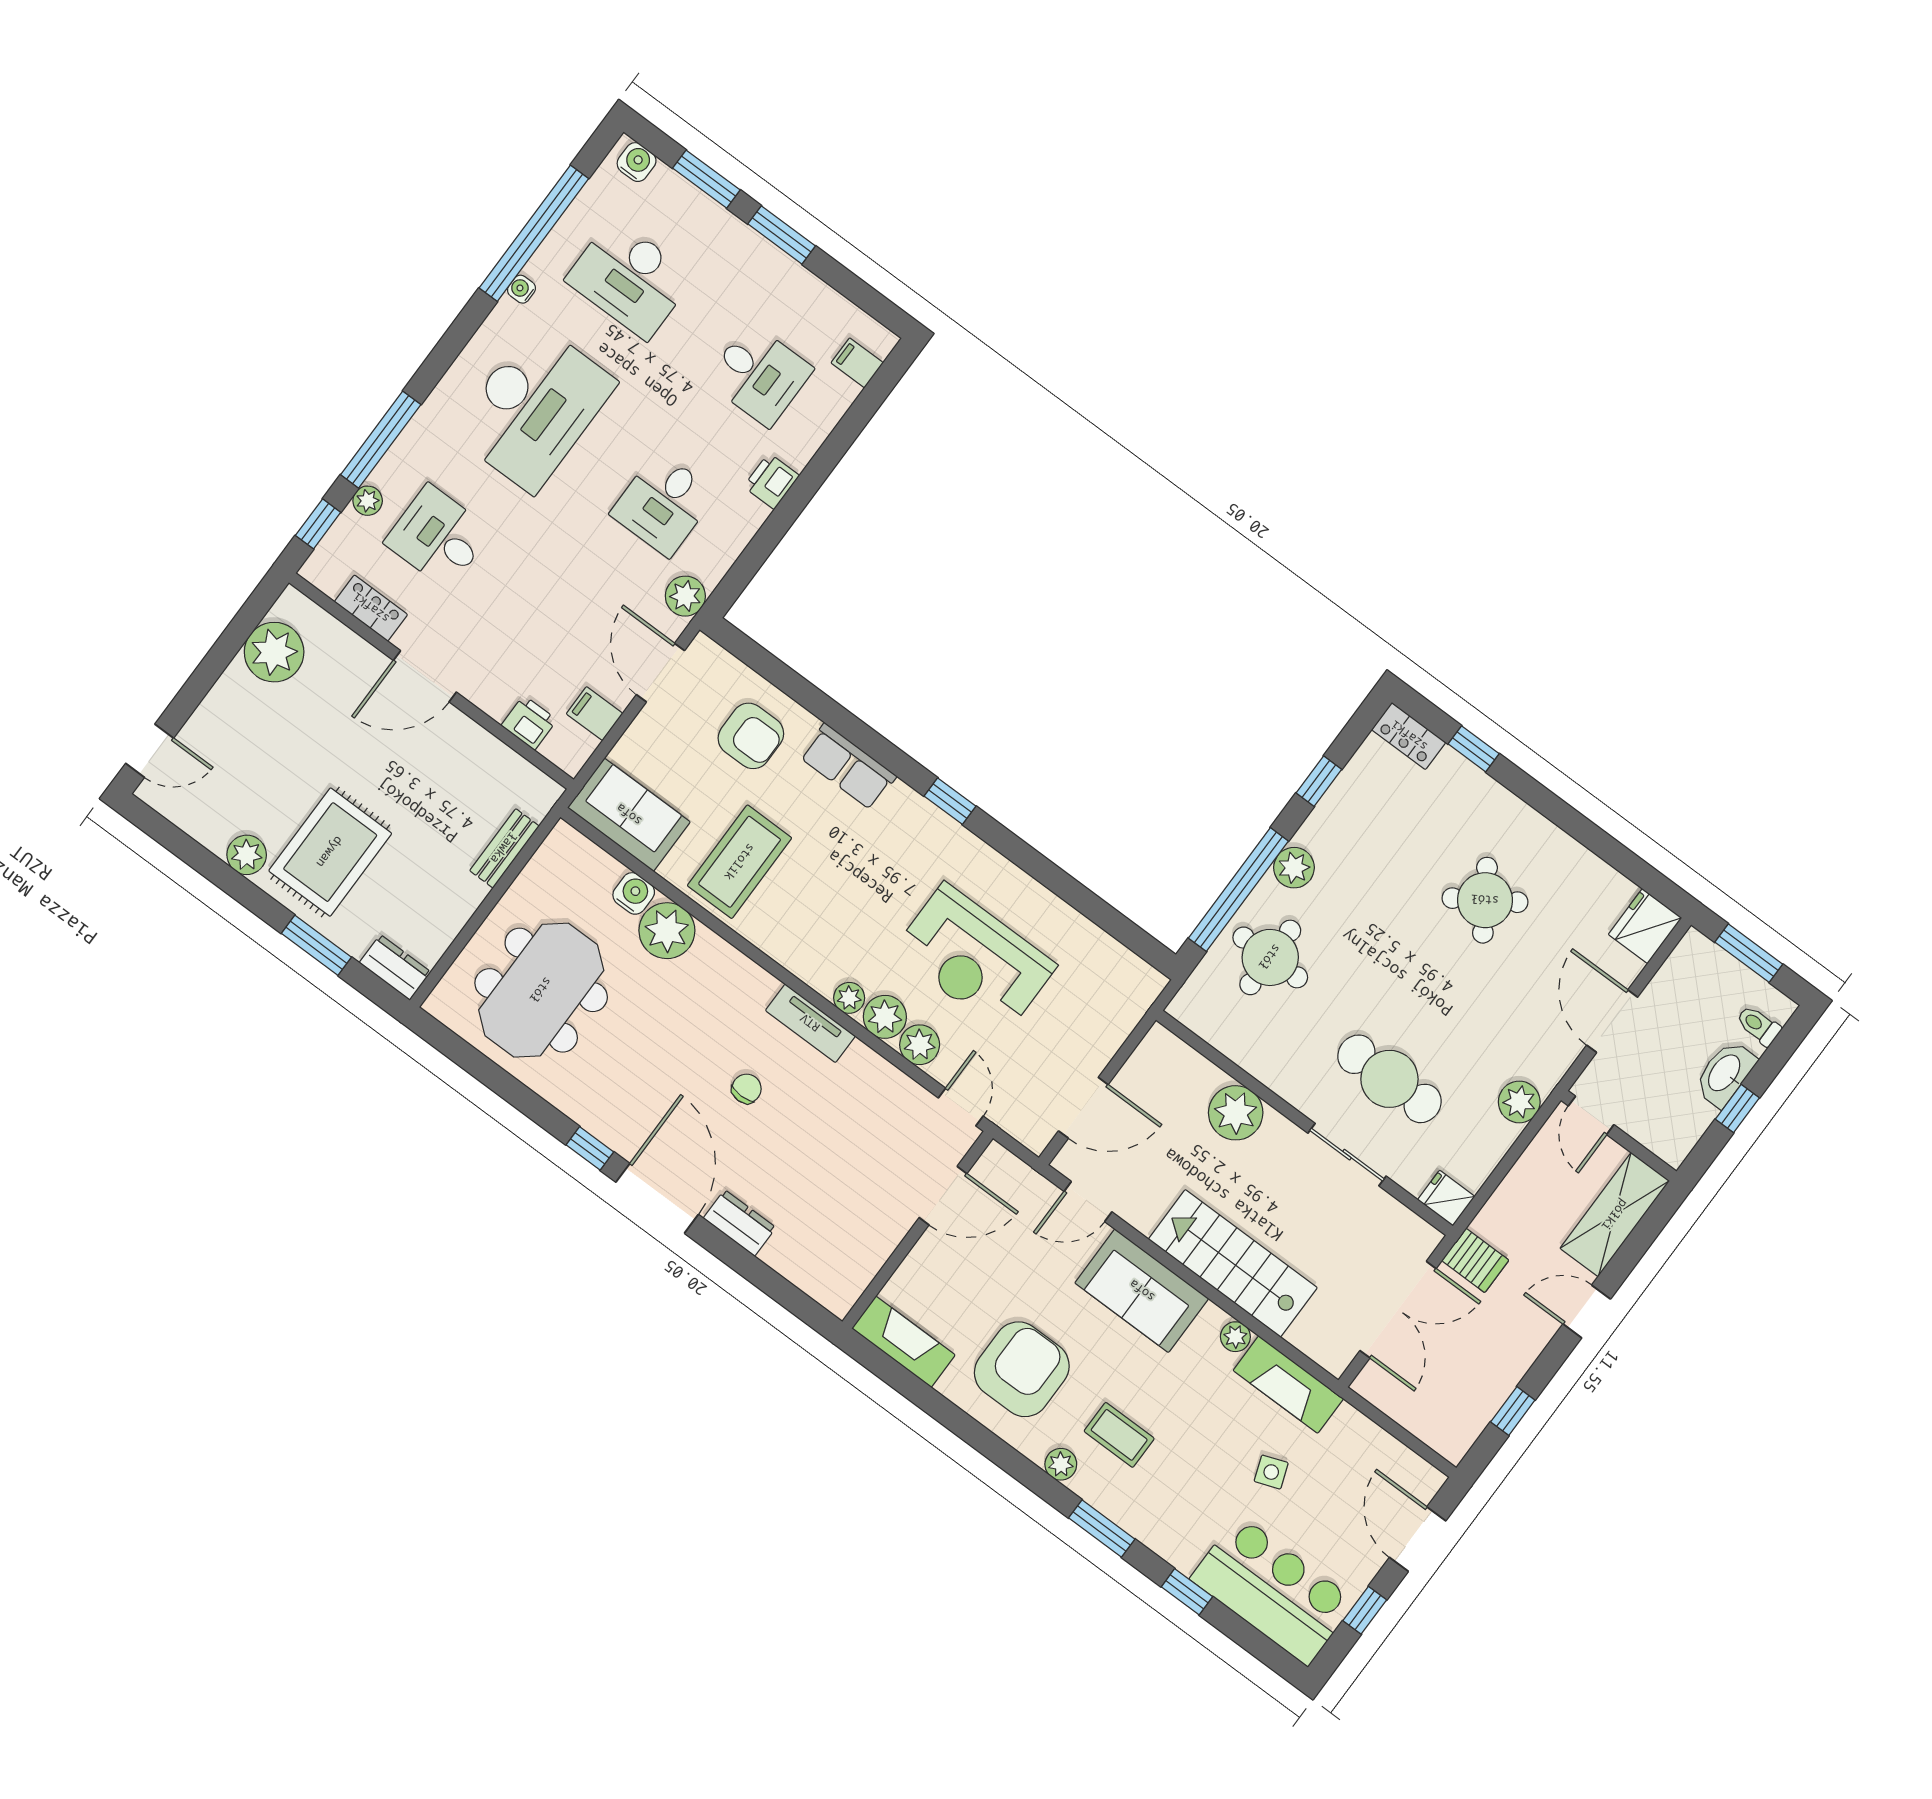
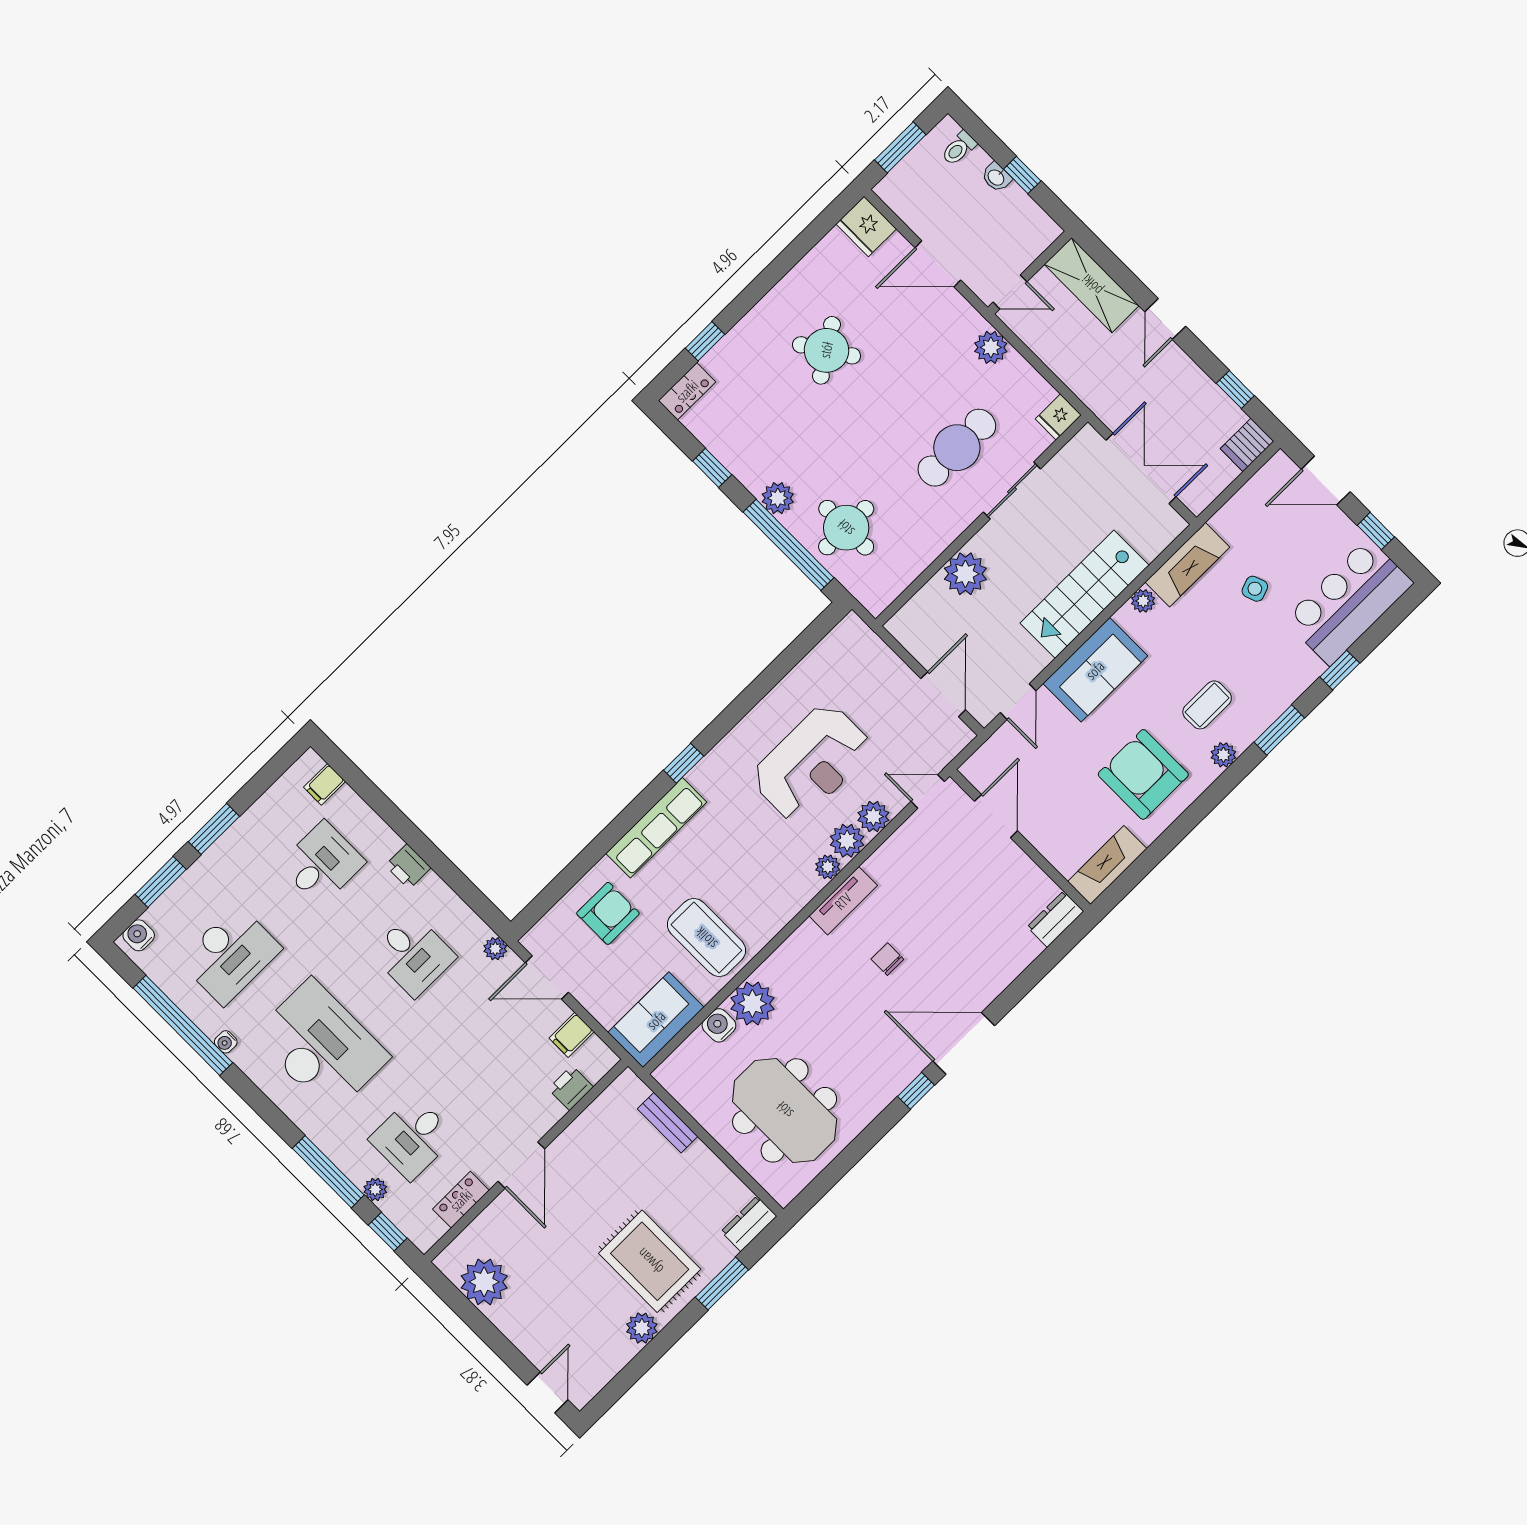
plant: (685, 596) -> (495, 949), width x0.73, depth x0.73
row of seats: (848, 767) -> (656, 828), width x1.48
washbasin: (1725, 1074) -> (996, 177), width x0.52, depth x0.69
dresser: (740, 1223) -> (1055, 919), moved
server rack: (1475, 1260) -> (1247, 445), moved, turned 180

